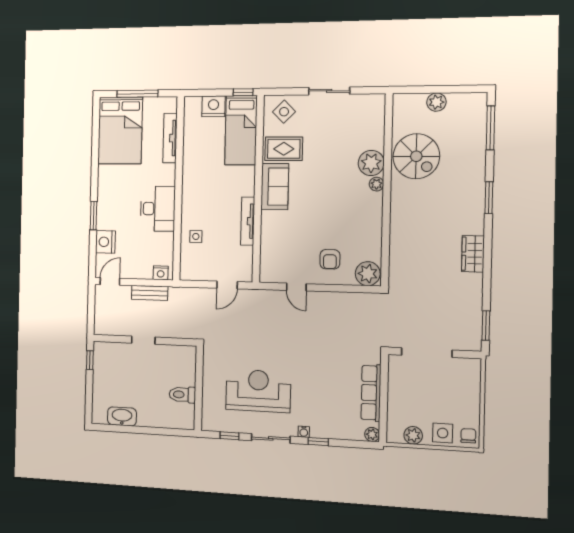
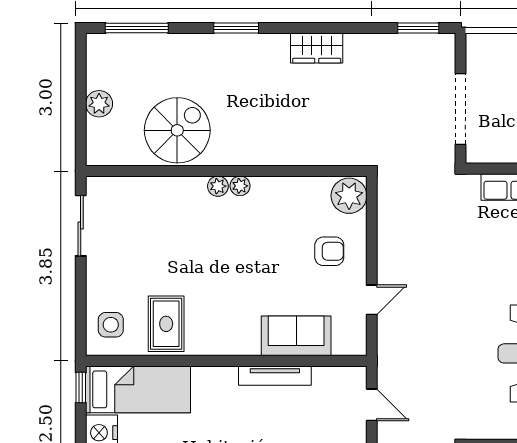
sliding door: (329, 91) -> (81, 226), moved
side table: (284, 112) -> (111, 325), turned 45
plant: (371, 163) -> (240, 186), moved, width x0.53, depth x0.53
sofa: (275, 187) -> (296, 336), moved

